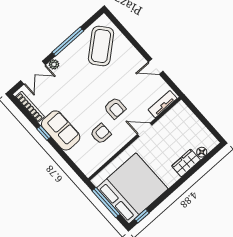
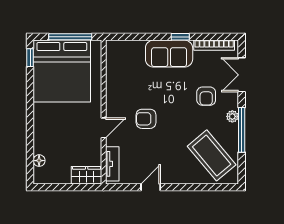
plant: (54, 64) -> (232, 116), moved
armchair: (101, 134) -> (206, 96), moved
wardrobe: (186, 163) -> (87, 175), moved, turned -90

